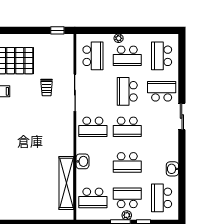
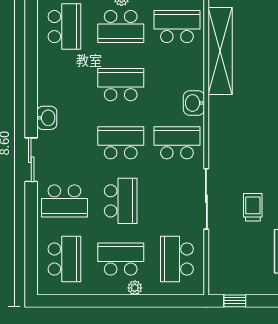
washbasin: (82, 161) -> (194, 103), moved
washbasin: (172, 169) -> (47, 118), moved

